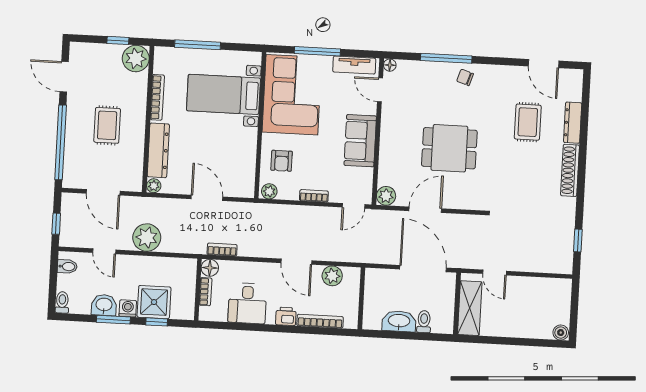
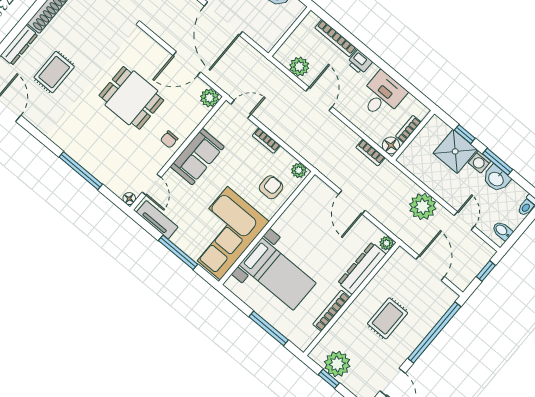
plant: (136, 59) -> (337, 364), moved
chair: (465, 77) -> (169, 139), moved, turned 72

